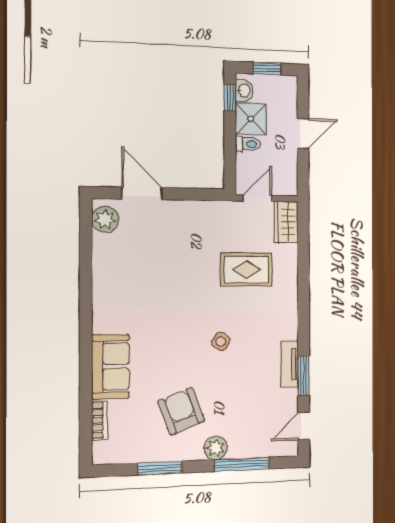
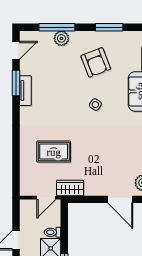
wardrobe: (286, 222) -> (70, 188), moved, turned -90
side table: (221, 341) -> (95, 105), moved
plant: (216, 448) -> (61, 38), moved

